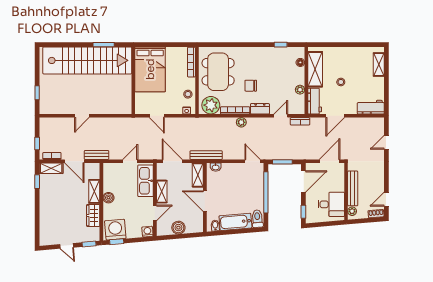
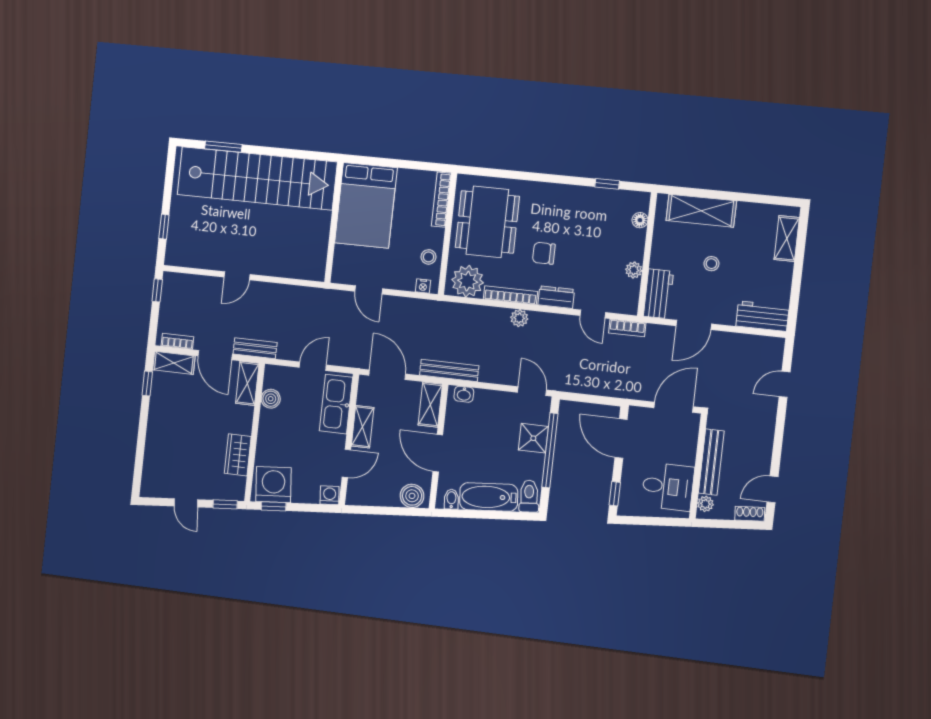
window: (104, 45) -> (223, 147), moved
shelving: (315, 69) -> (701, 211), moved, turned 90
door: (281, 116) -> (593, 314), swing flipped
window: (37, 144) -> (157, 290), moved
window: (282, 162) -> (586, 398), removed
door: (303, 181) -> (621, 439), swing flipped
shower: (256, 187) -> (533, 438), added
shelving: (94, 191) -> (247, 383), moved
boiler: (108, 198) -> (271, 399), moved
boiler: (178, 228) -> (412, 496), moved

